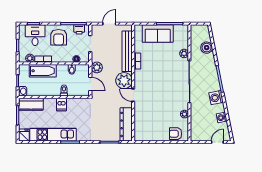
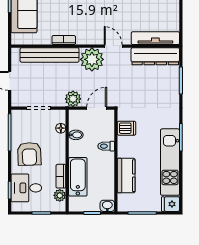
printer: (79, 29) -> (18, 124), removed
armchair: (59, 37) -> (29, 154), turned 88
door: (133, 95) -> (113, 46), swing flipped
kitchen counter: (31, 104) -> (126, 176), moved
dishwasher: (61, 105) -> (127, 128), moved
tv unit: (139, 125) -> (155, 38), added

